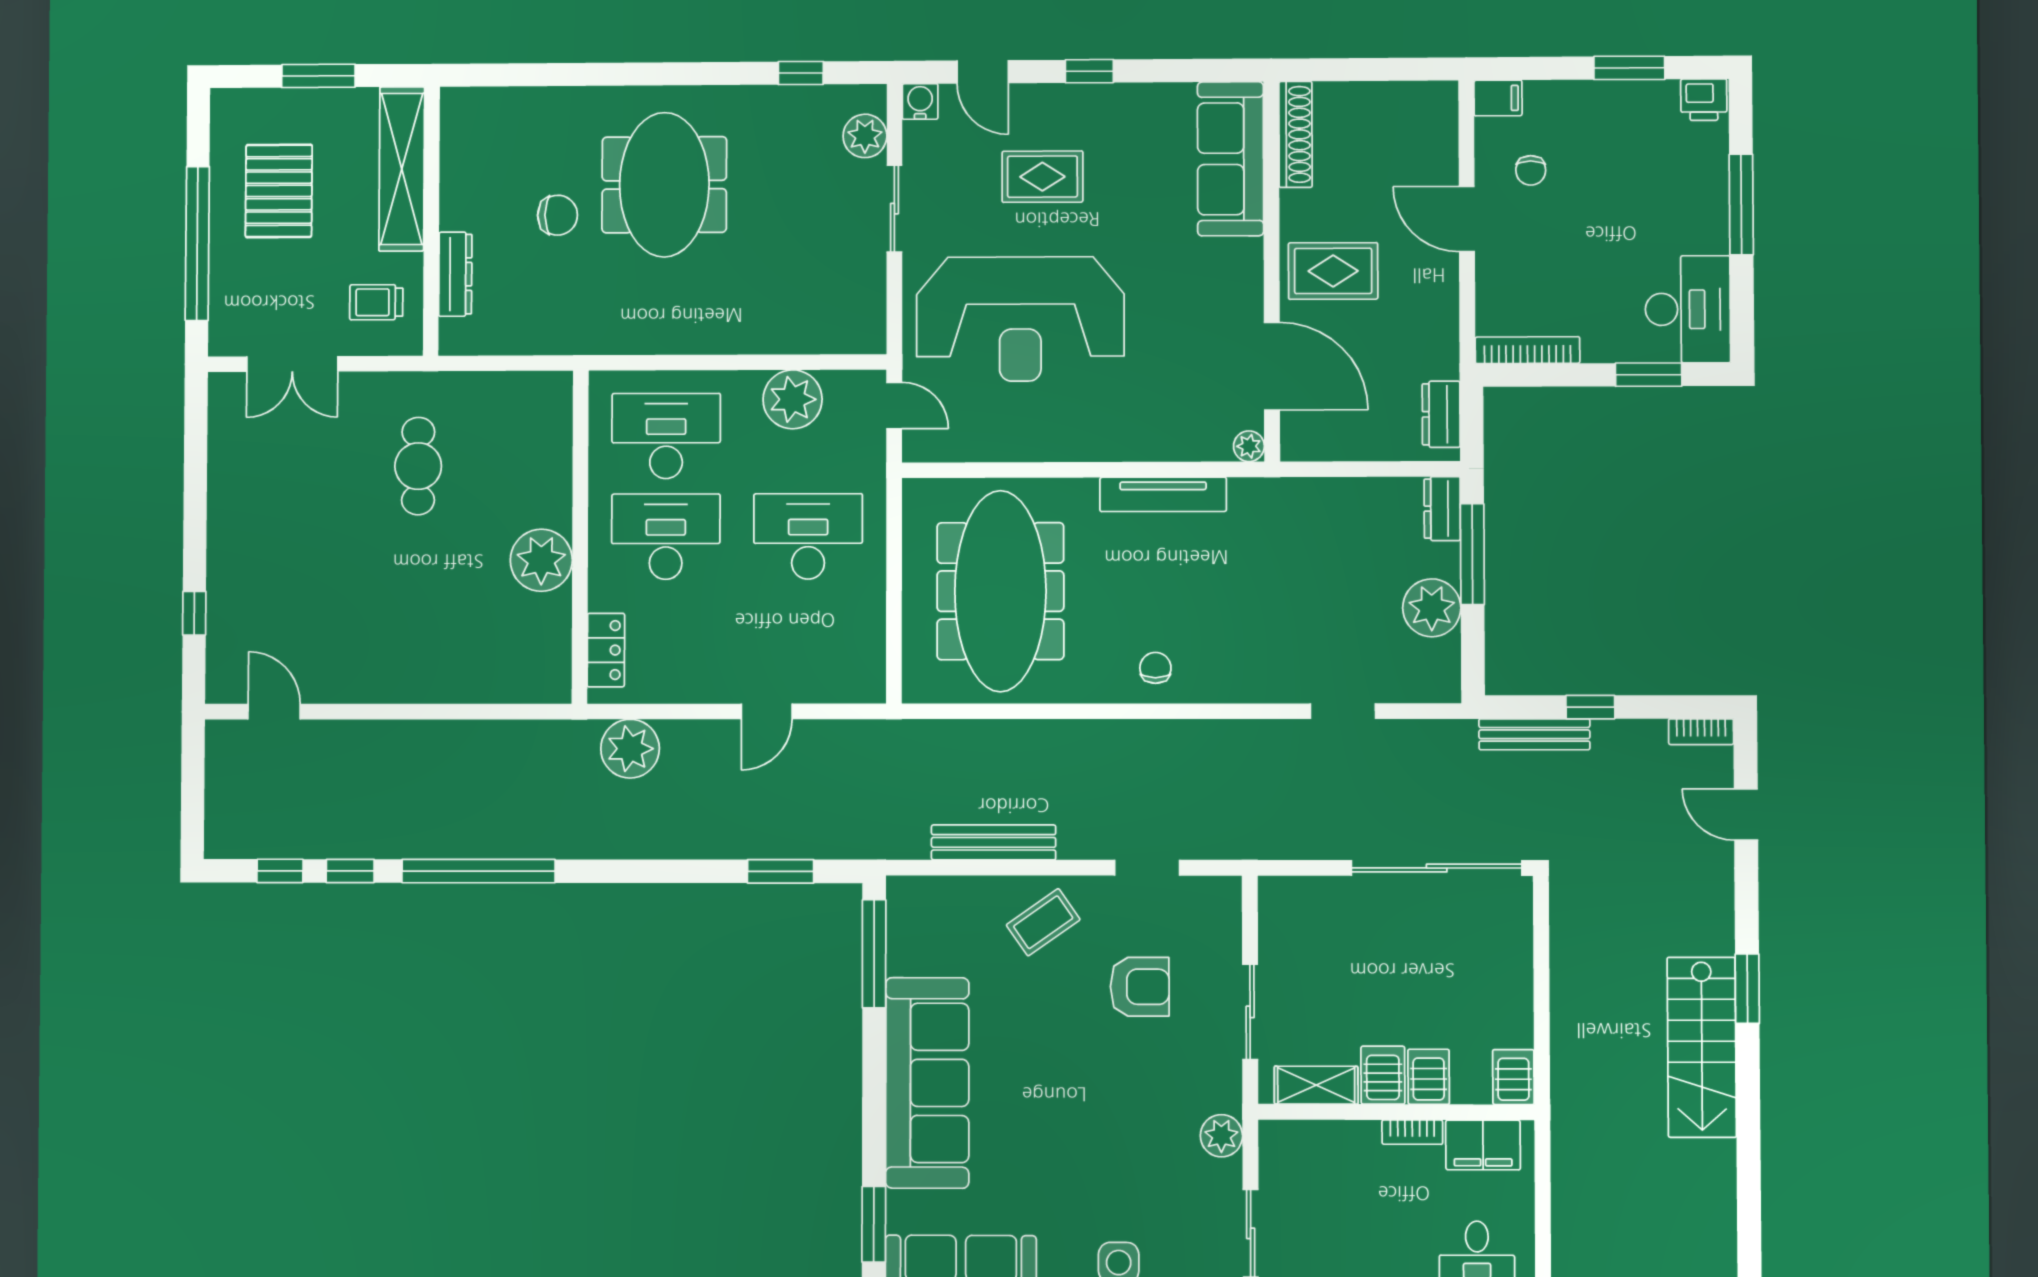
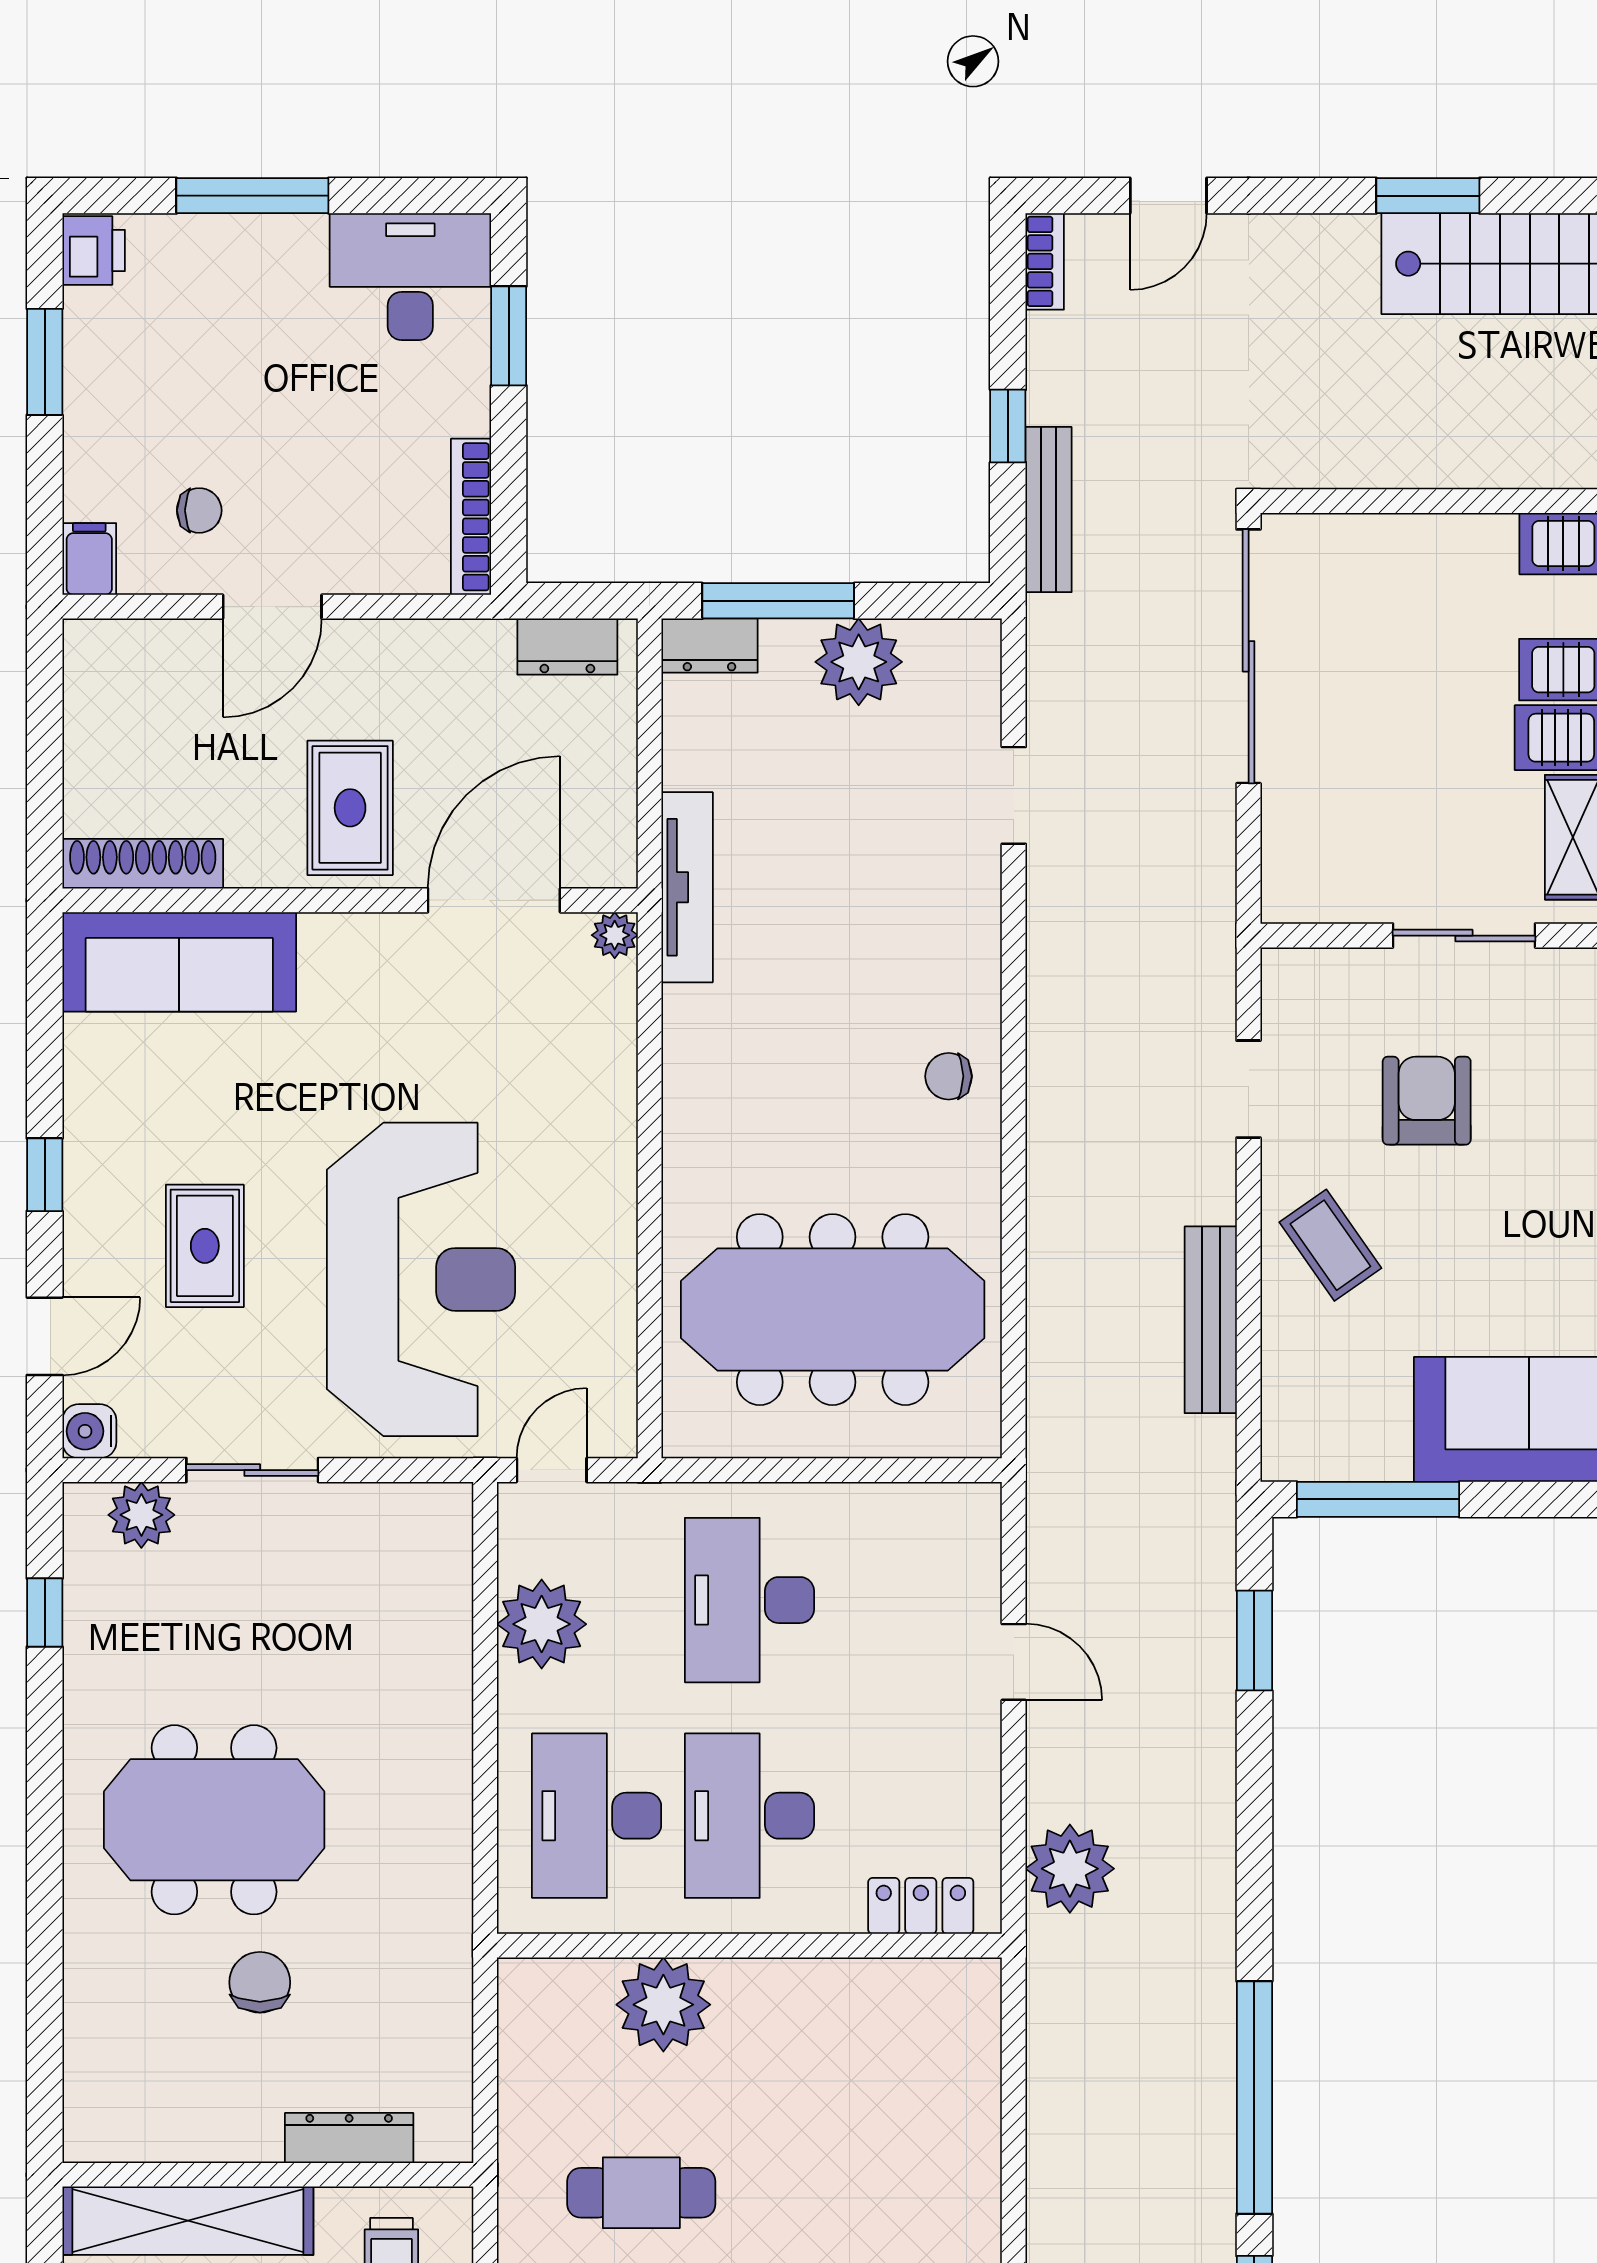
tv unit: (1163, 494) -> (687, 887), moved
plant: (541, 560) -> (663, 2005), moved

